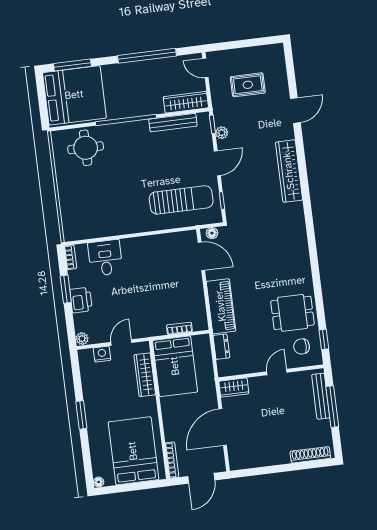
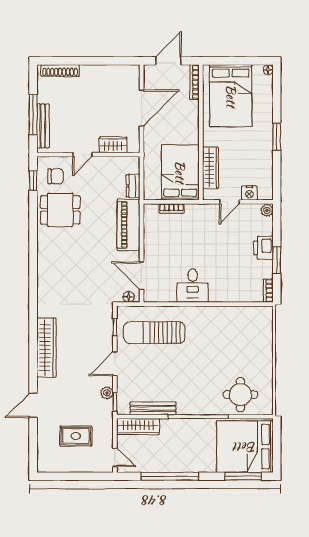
desk: (105, 258) -> (193, 286), moved
wardrobe: (234, 388) -> (113, 145), moved

